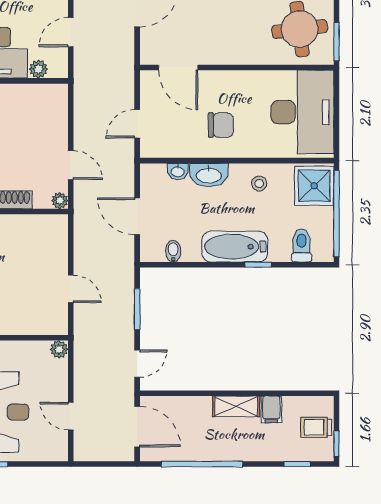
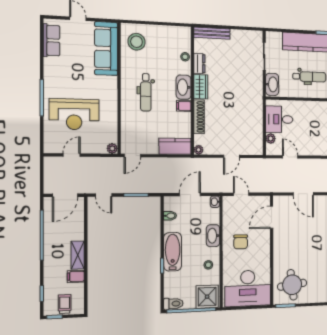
door: (71, 165) -> (232, 156), moved
washbasin: (178, 171) -> (215, 202), moved
kitchen counter: (54, 242) -> (175, 146), added
toilet: (301, 245) -> (173, 304), moved
door: (71, 289) -> (132, 156), moved

